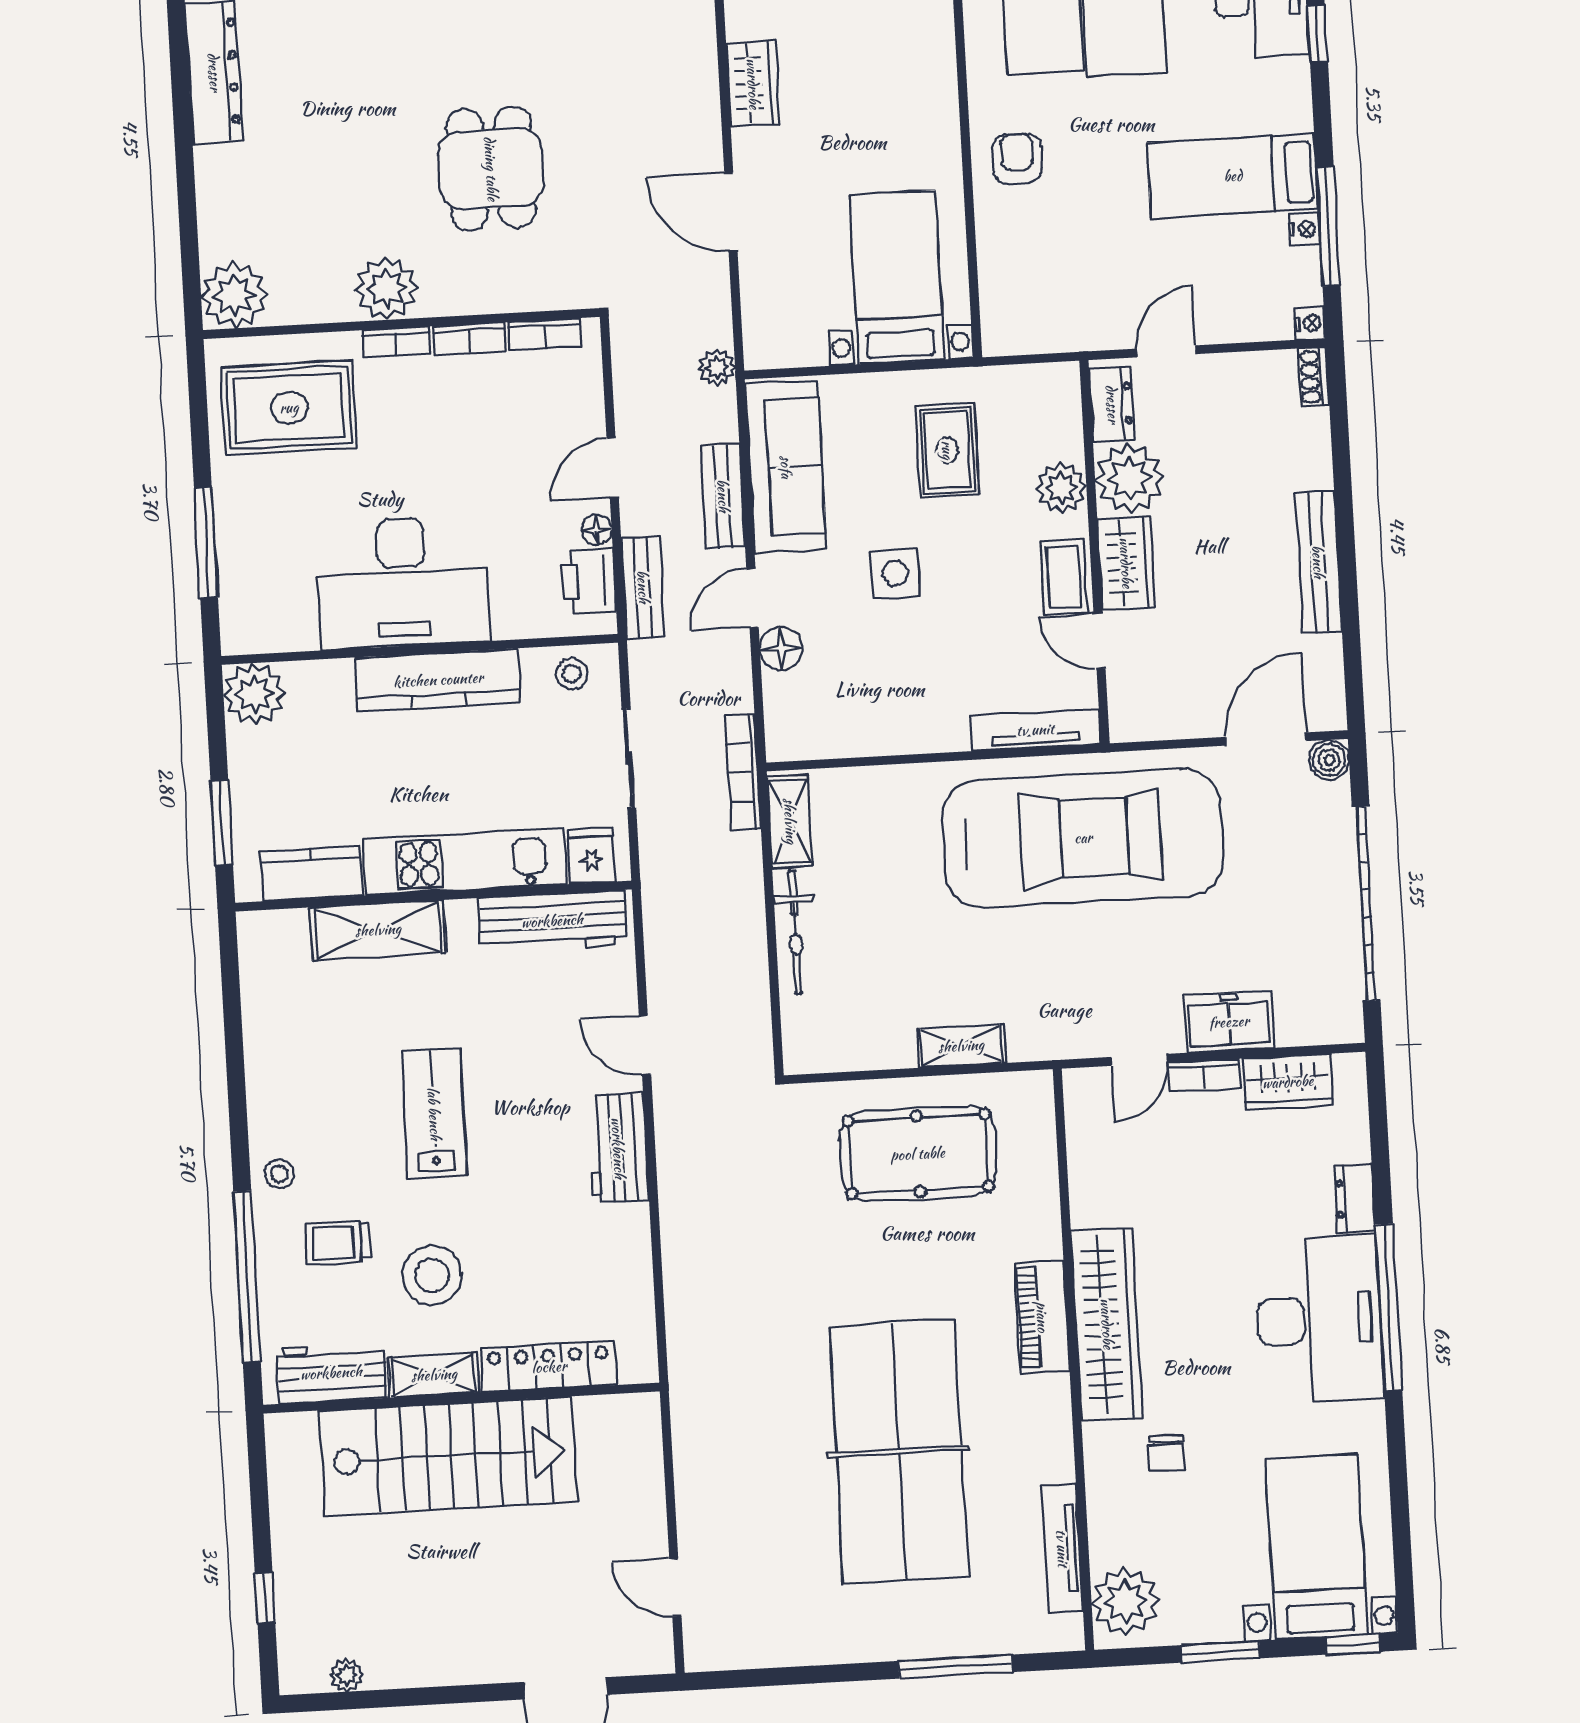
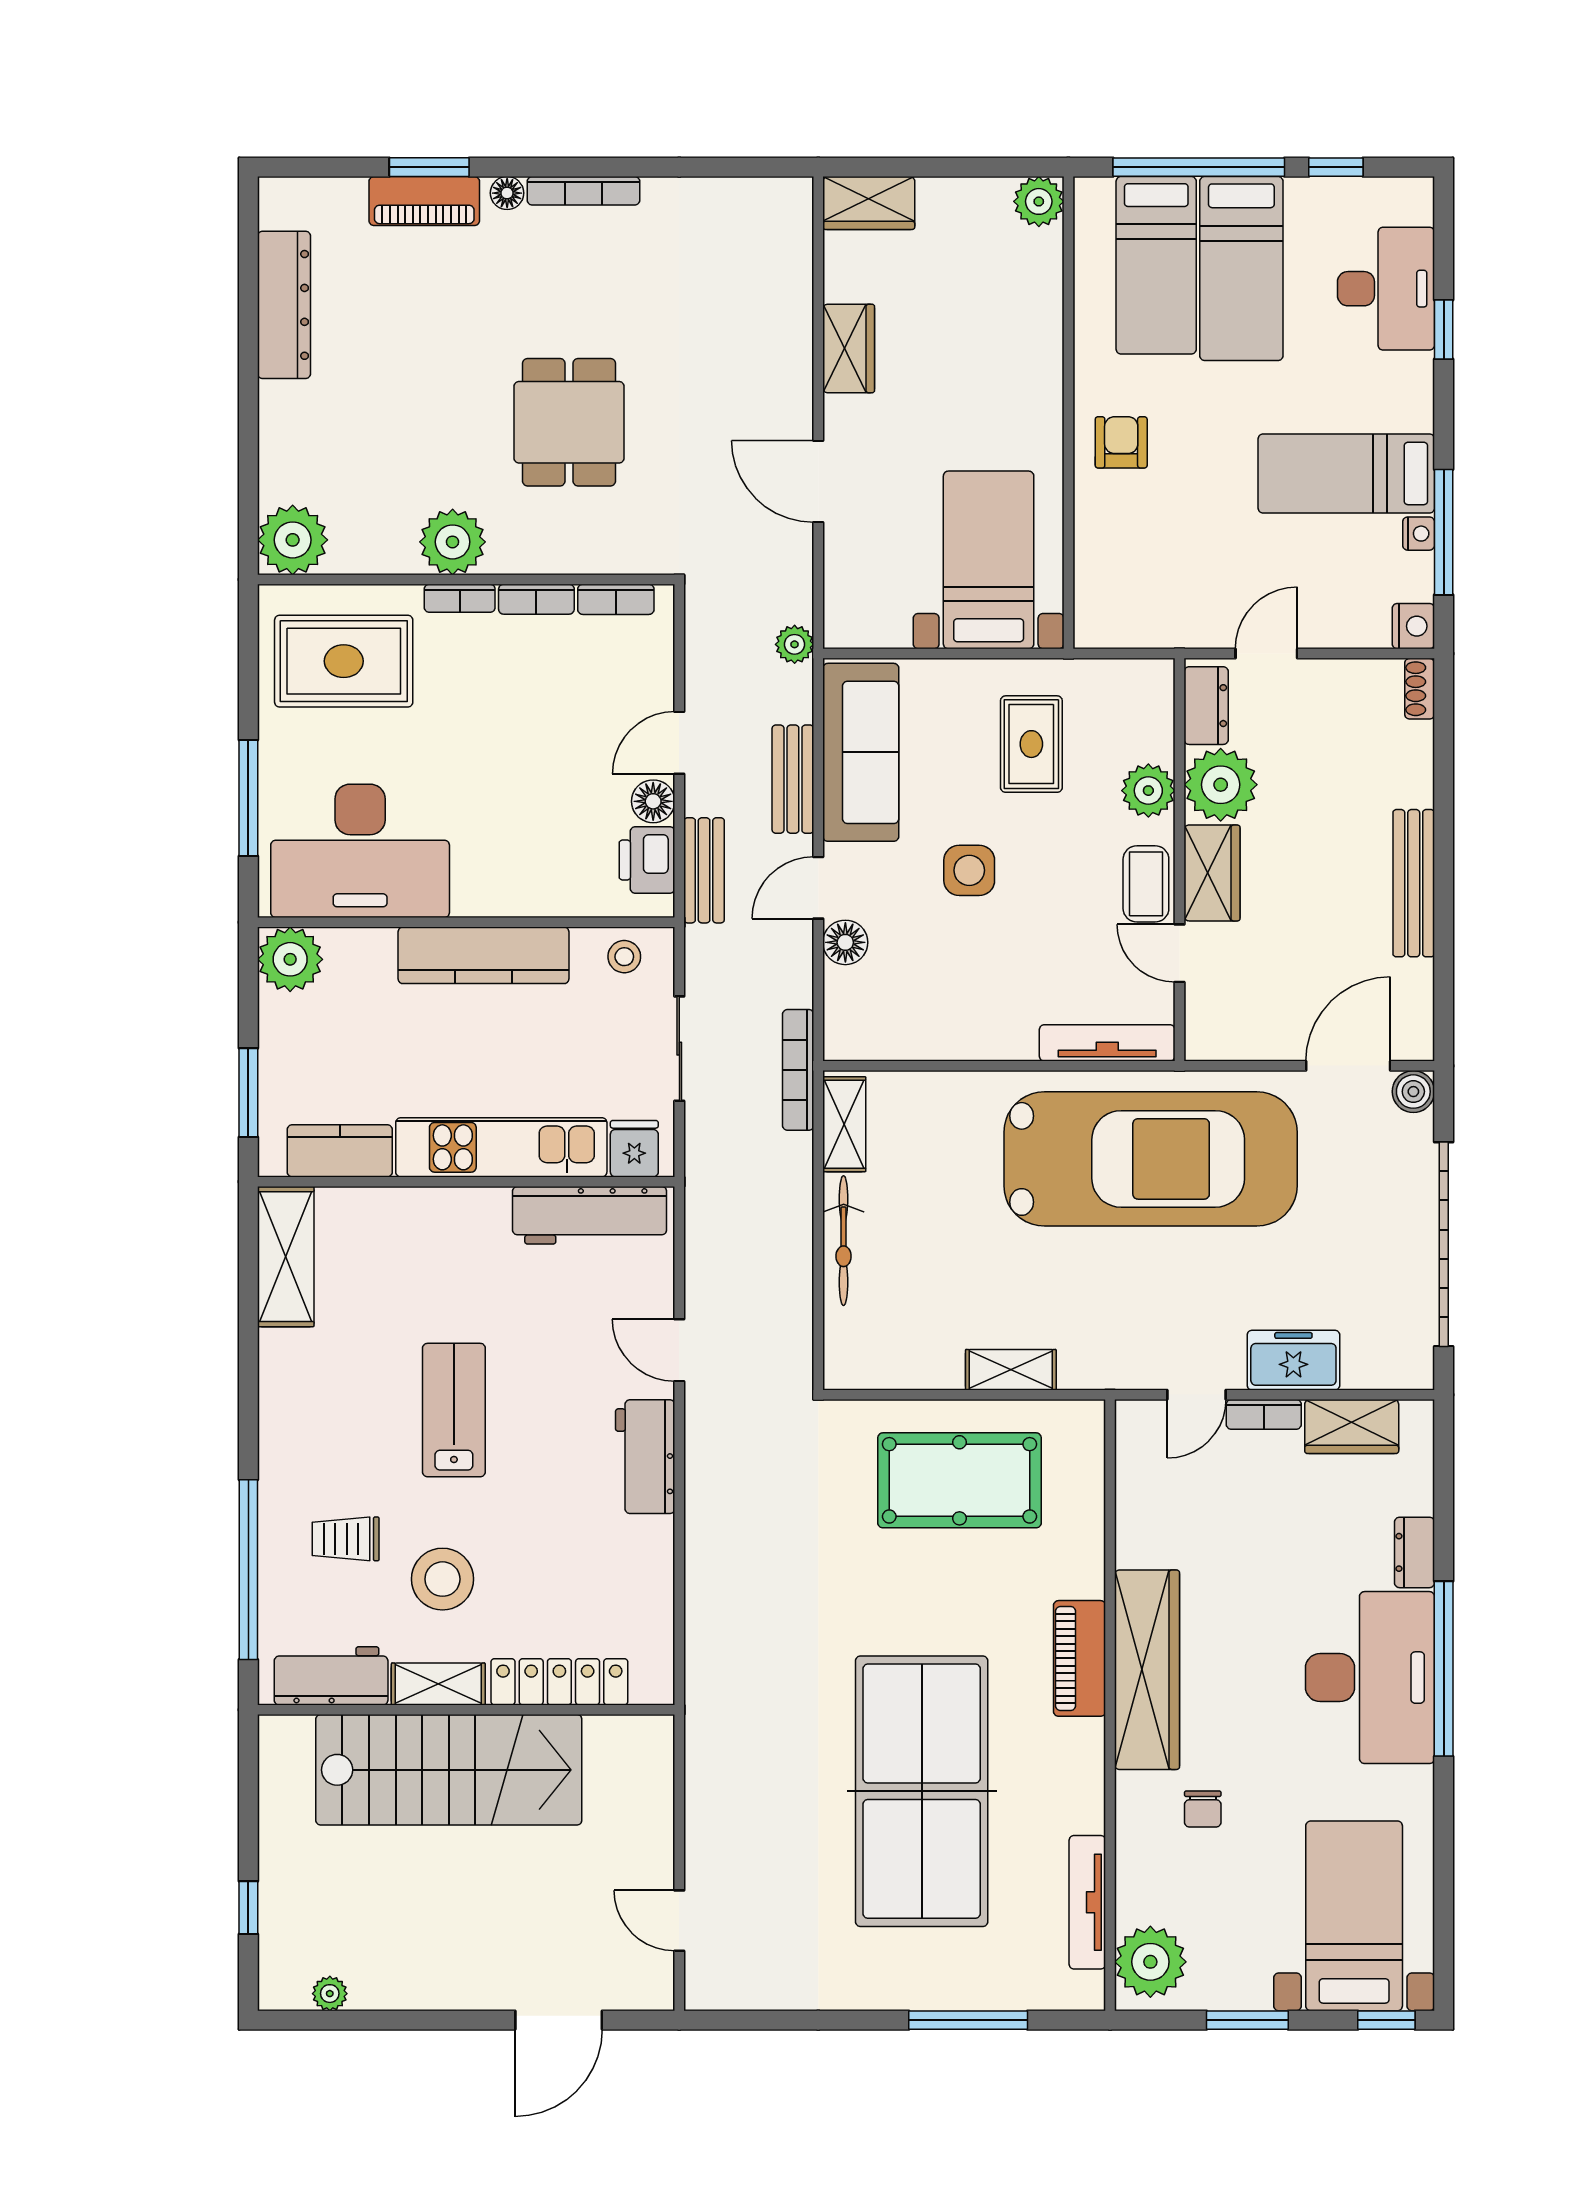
nightstand: (1310, 323) -> (1413, 626), width x1.39, depth x1.35
floor lamp: (597, 530) -> (653, 801), width x1.37, depth x1.37
desk: (403, 582) -> (360, 851), moved
shelving: (378, 930) -> (286, 1257), moved, turned 90
stool: (280, 1174) -> (289, 1464), removed

